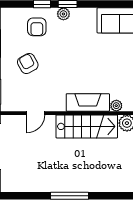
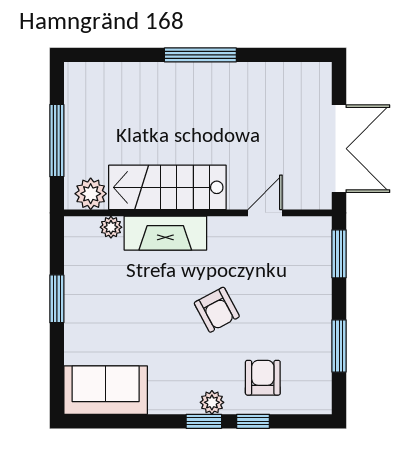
armchair: (28, 64) -> (217, 310), moved

